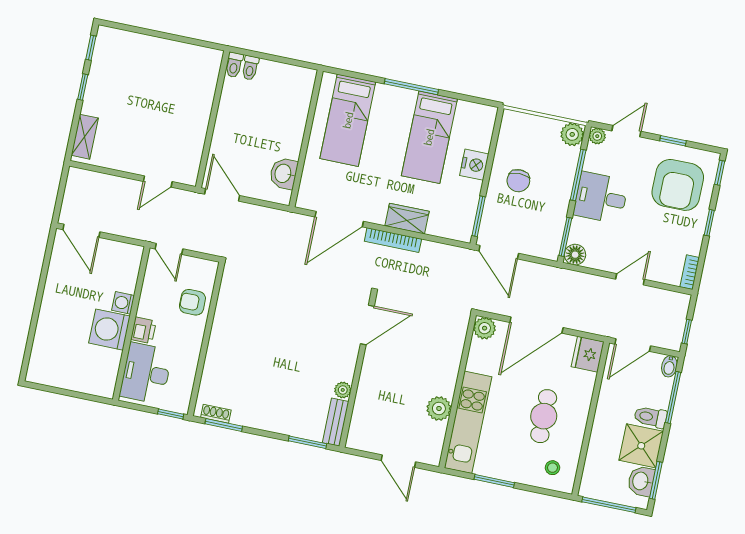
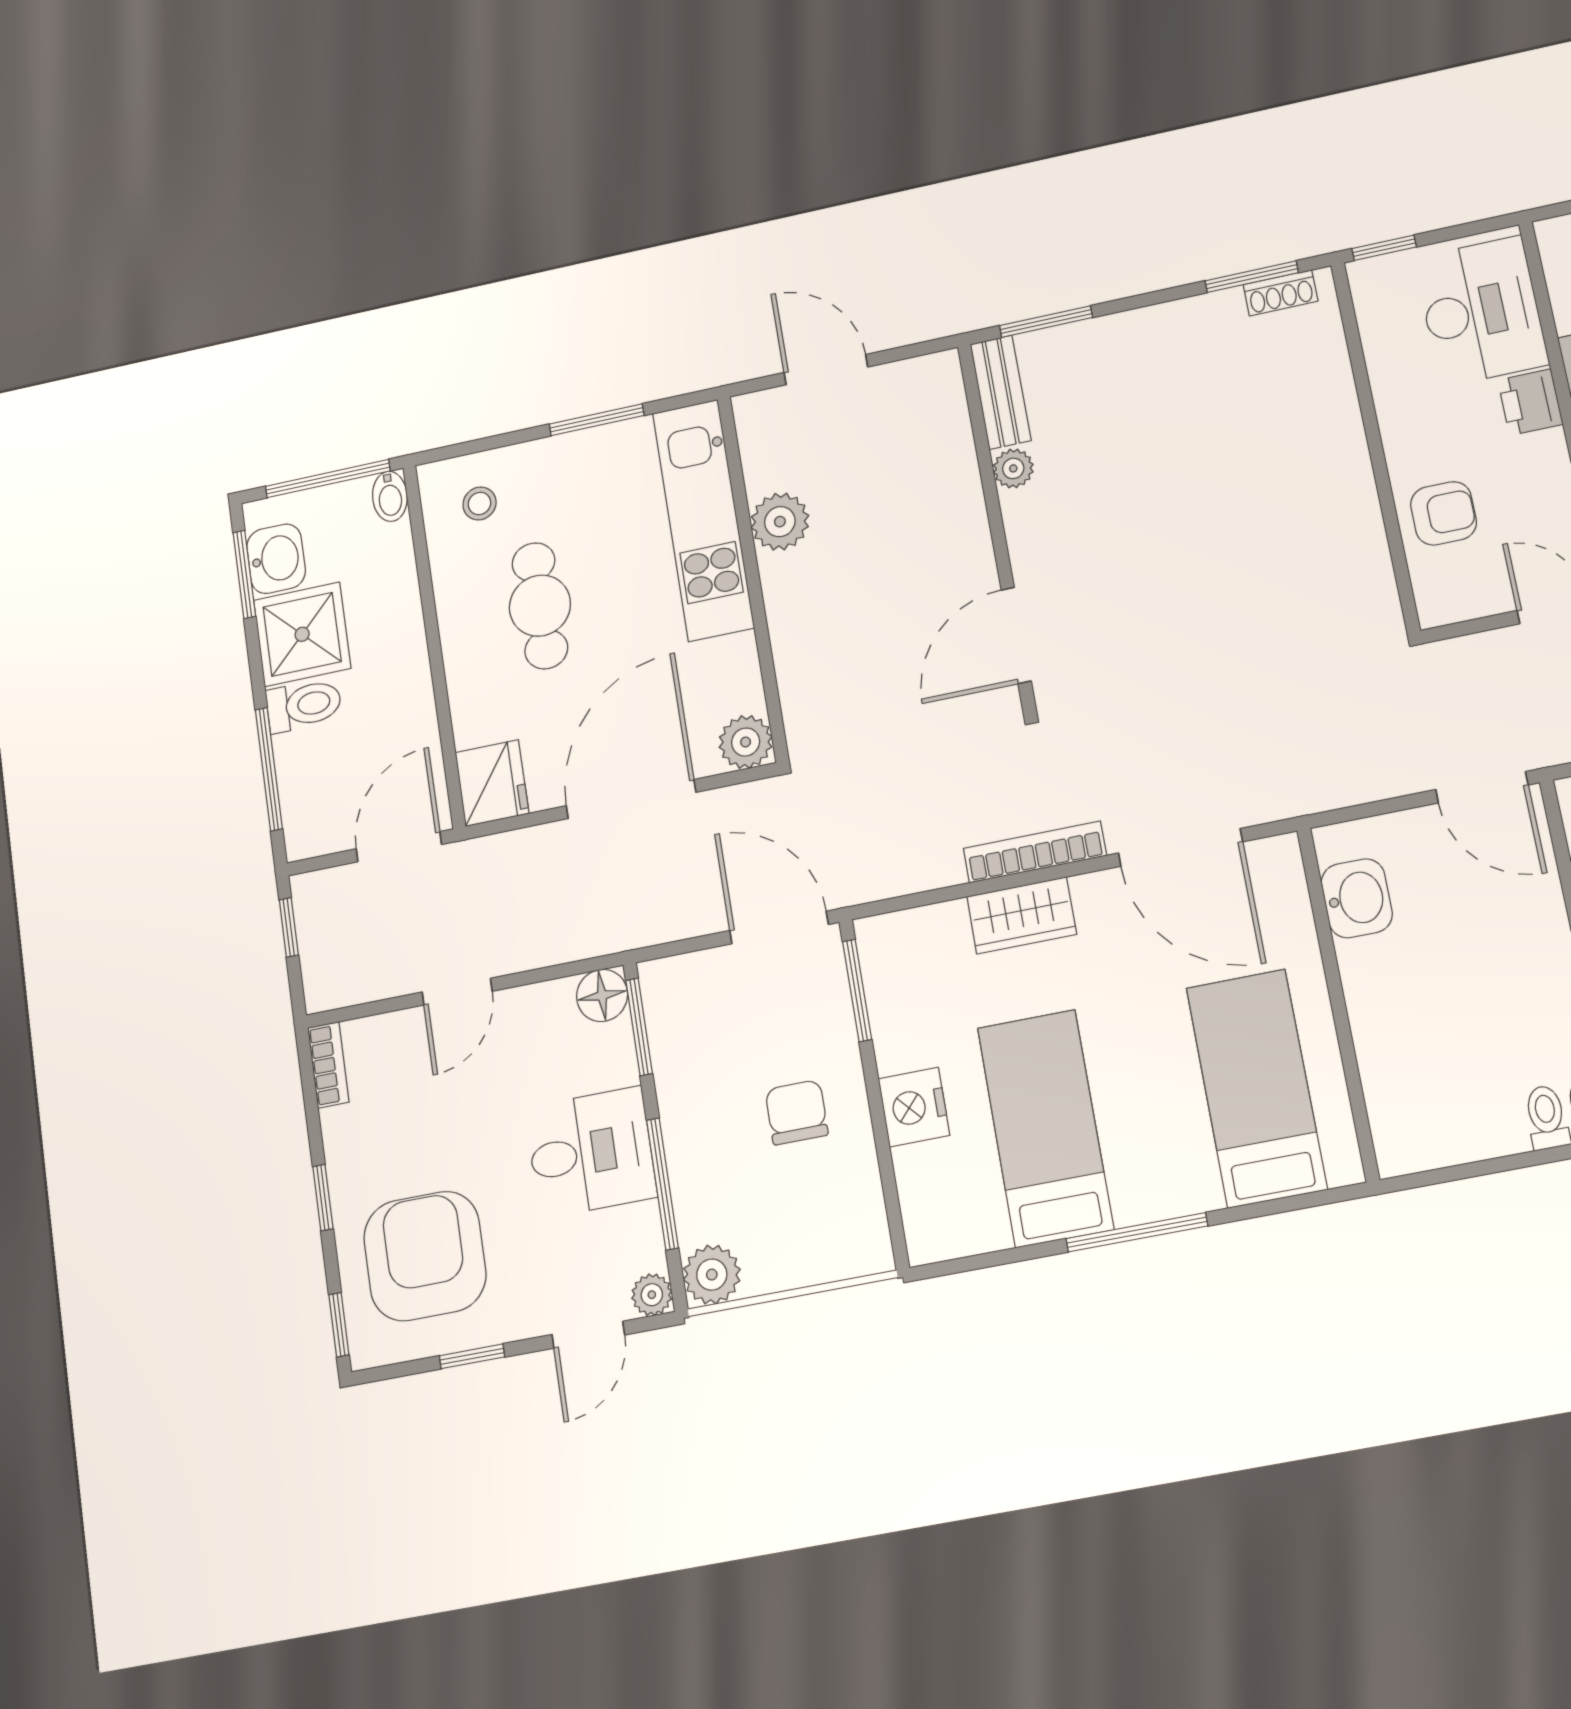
door: (339, 219) -> (1180, 847), swing flipped
bidet: (669, 366) -> (390, 496), moved, turned 180

